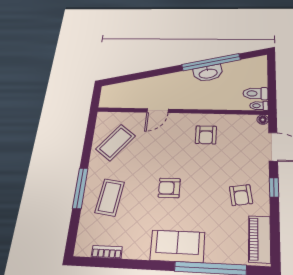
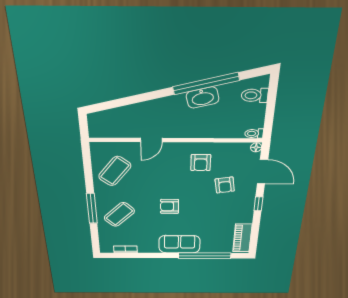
toilet: (255, 94) -> (255, 95), moved
armchair: (241, 195) -> (225, 185), moved
coffee table: (110, 197) -> (119, 214), turned 37

